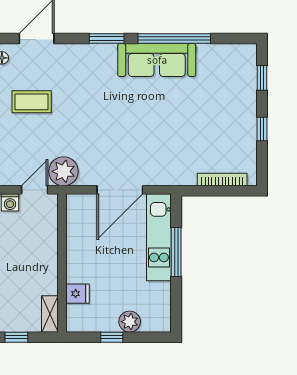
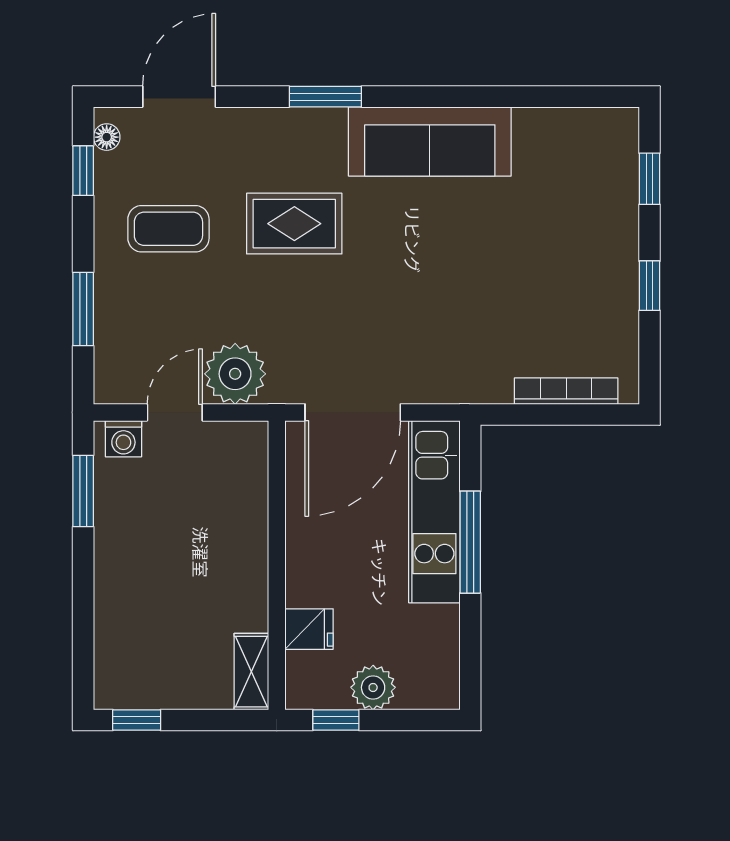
window: (174, 39) -> (466, 97), removed
rug: (92, 99) -> (294, 224), added
wall: (62, 263) -> (277, 565), moved
fridge: (77, 294) -> (309, 629), moved
shelving: (50, 314) -> (251, 672), moved

